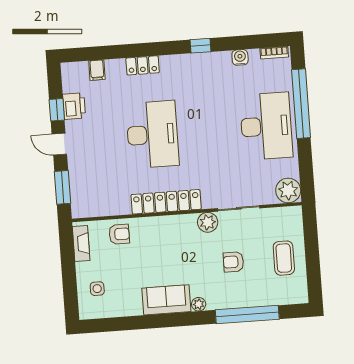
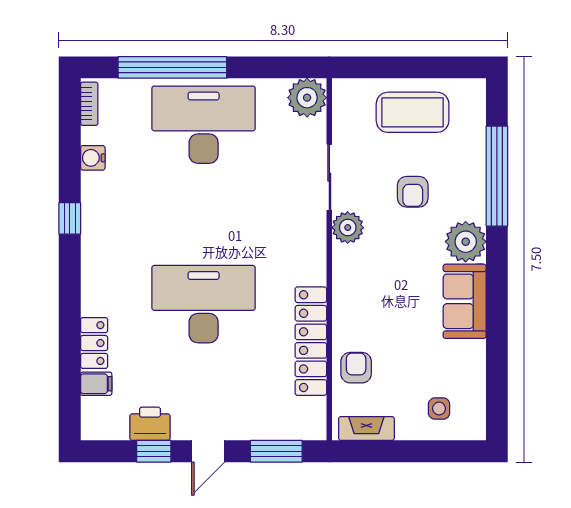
locker: (143, 65) -> (94, 343), moved
locker: (166, 202) -> (311, 341), moved
coffee table: (284, 258) -> (413, 112), width x1.36, depth x1.32
plant: (199, 304) -> (466, 242), width x1.88, depth x1.88

